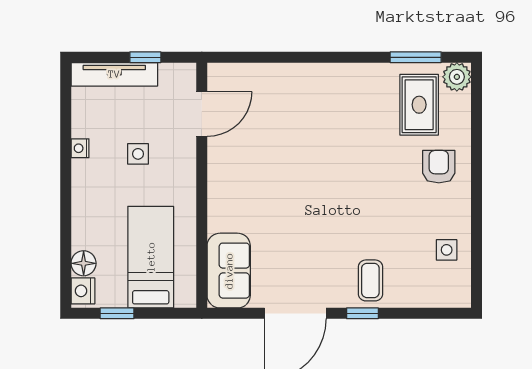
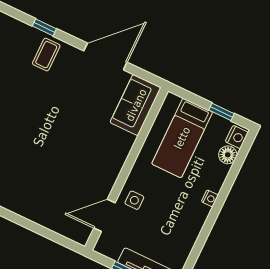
nightstand: (80, 148) -> (210, 198), moved
side table: (138, 154) -> (134, 200), moved
window: (362, 313) -> (44, 27), moved

